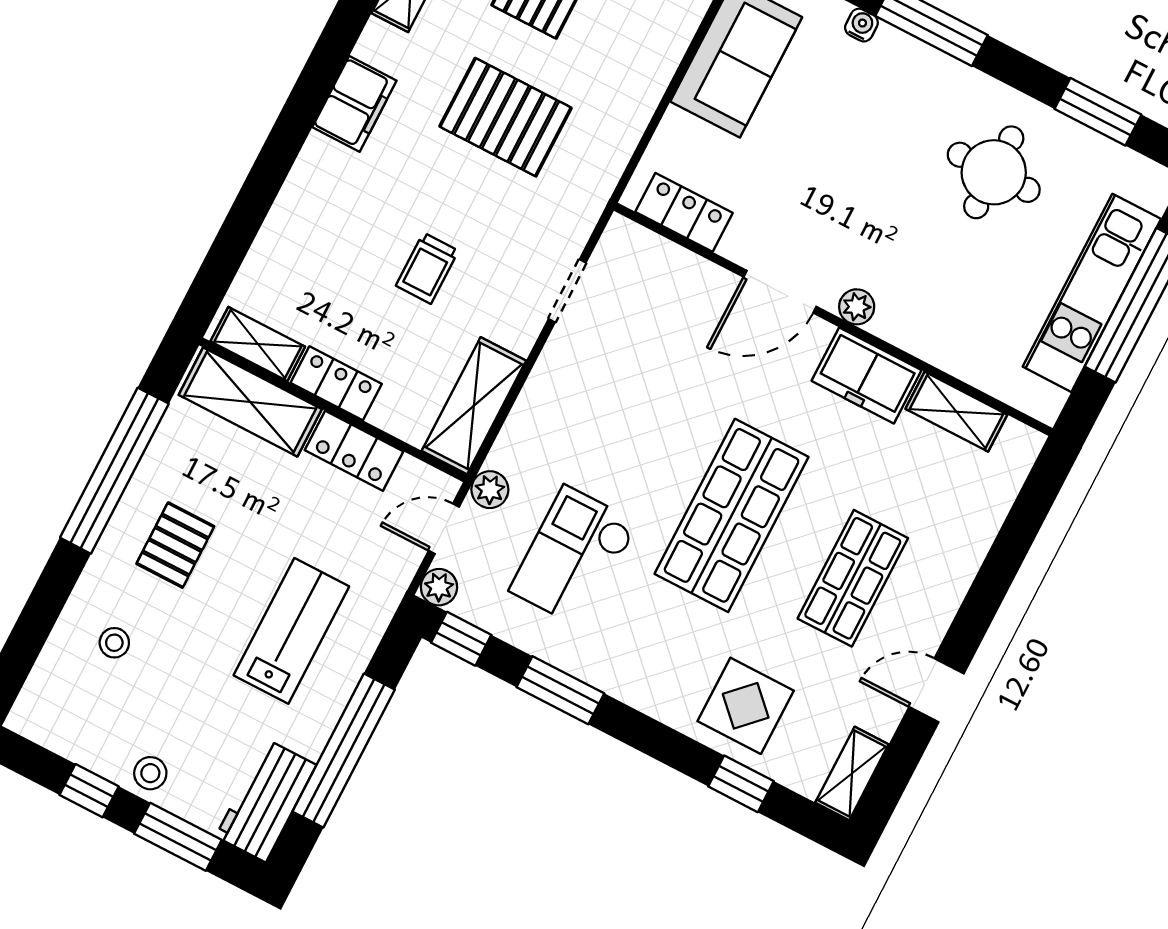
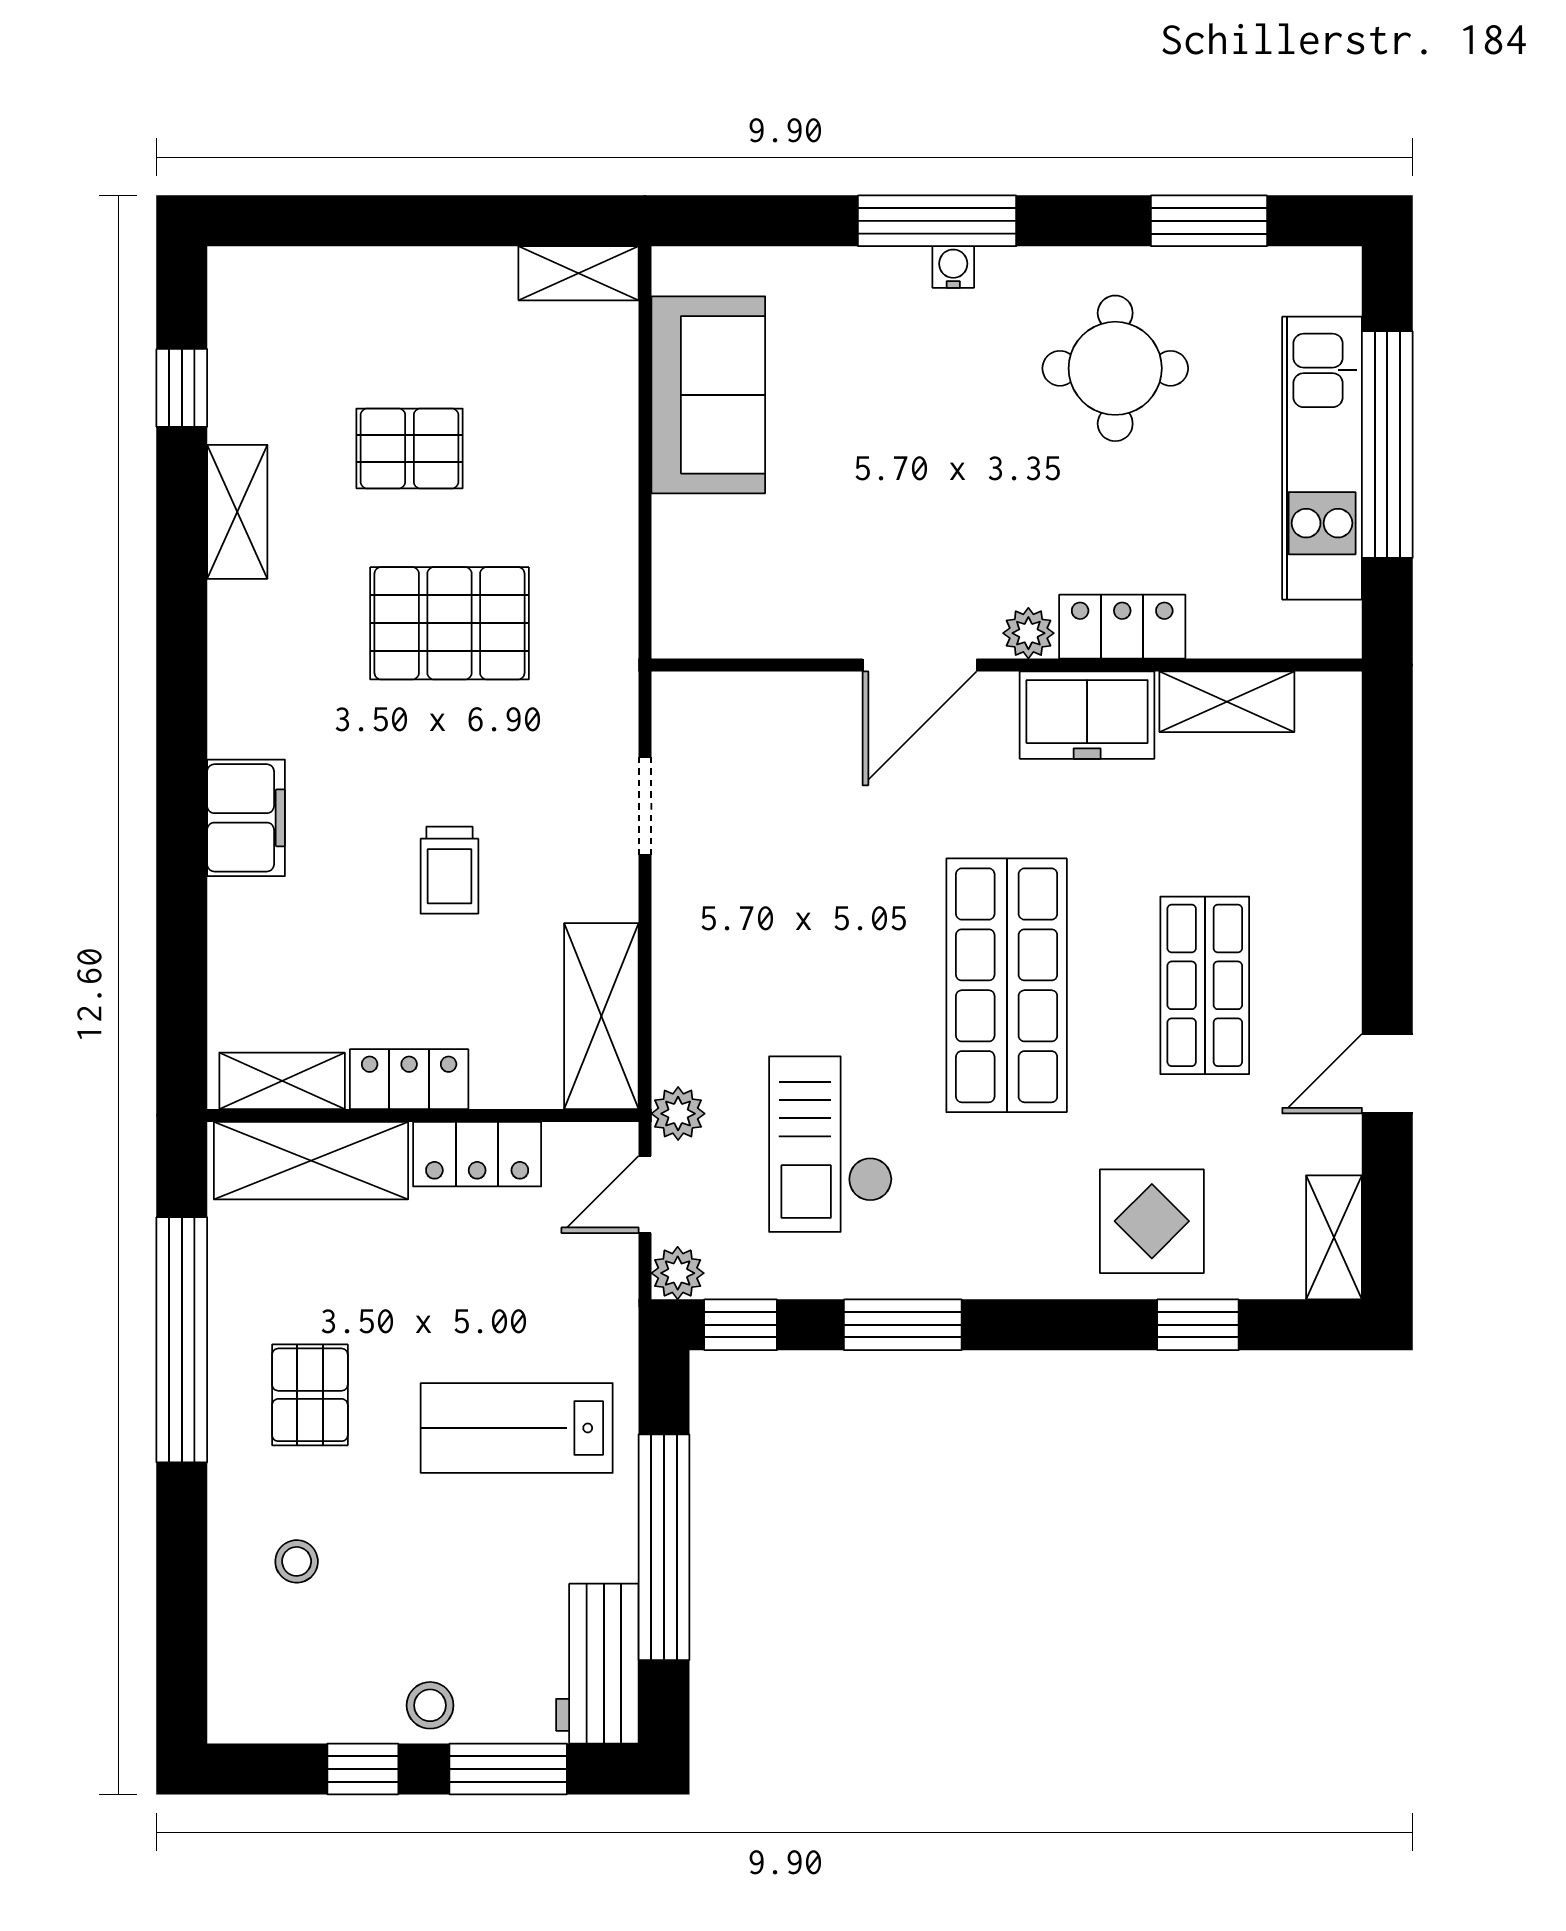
water cooler: (861, 25) -> (953, 267), moved
filing cabinet: (354, 104) -> (246, 818), moved
locker: (684, 212) -> (1122, 627), moved
lab bench: (291, 631) -> (517, 1428), turned -90

